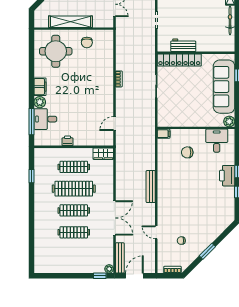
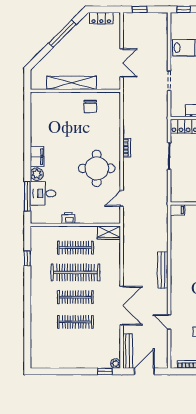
round table: (56, 51) -> (97, 168), moved

